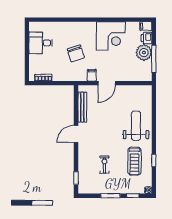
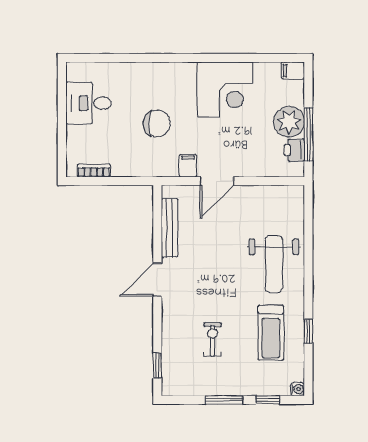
printer: (147, 38) -> (294, 150), moved
chair: (76, 53) -> (157, 123), turned -72
weight bench: (136, 126) -> (274, 264), turned 180

